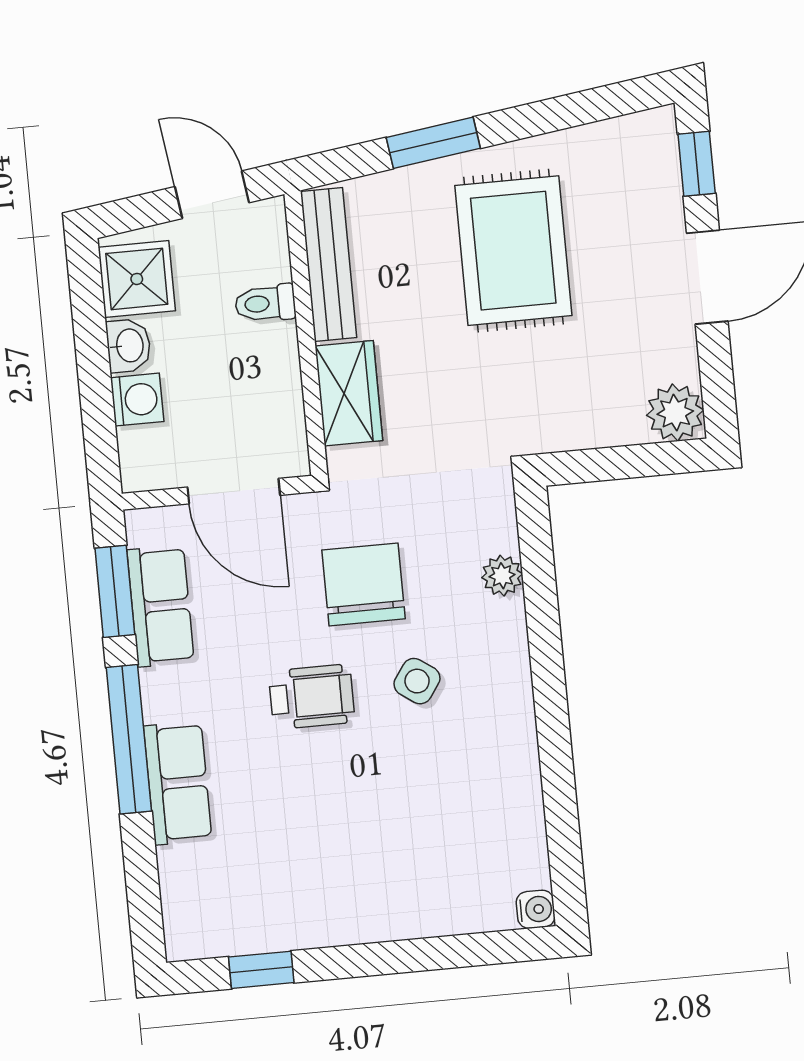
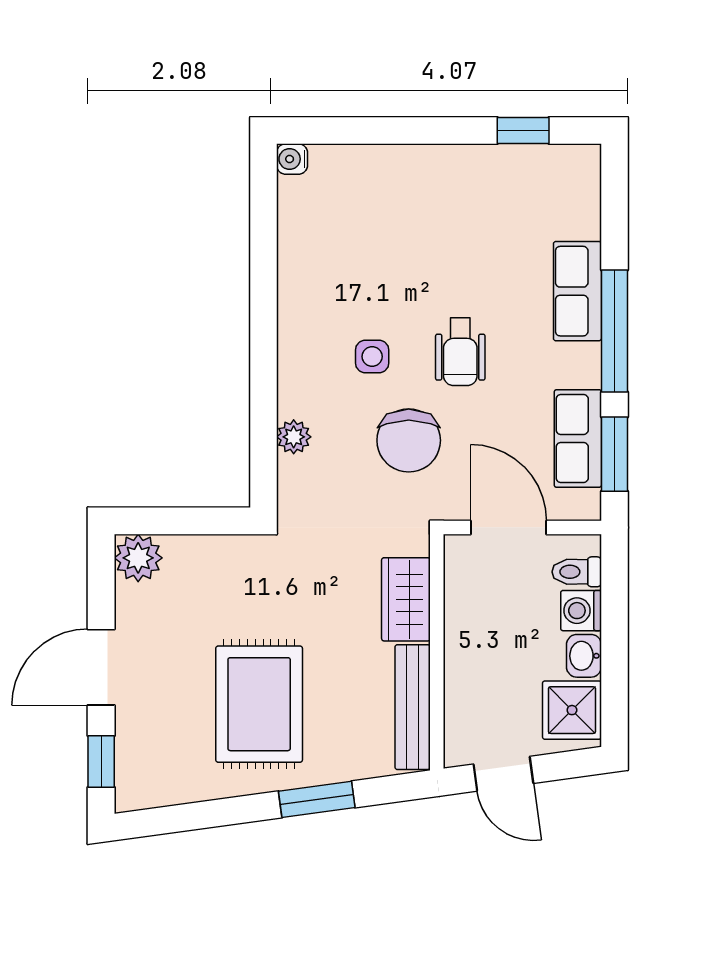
toilet: (265, 303) -> (577, 572), moved, turned 180
side table: (417, 681) -> (372, 357), turned -35
wheelchair: (312, 697) -> (460, 352), turned -90

